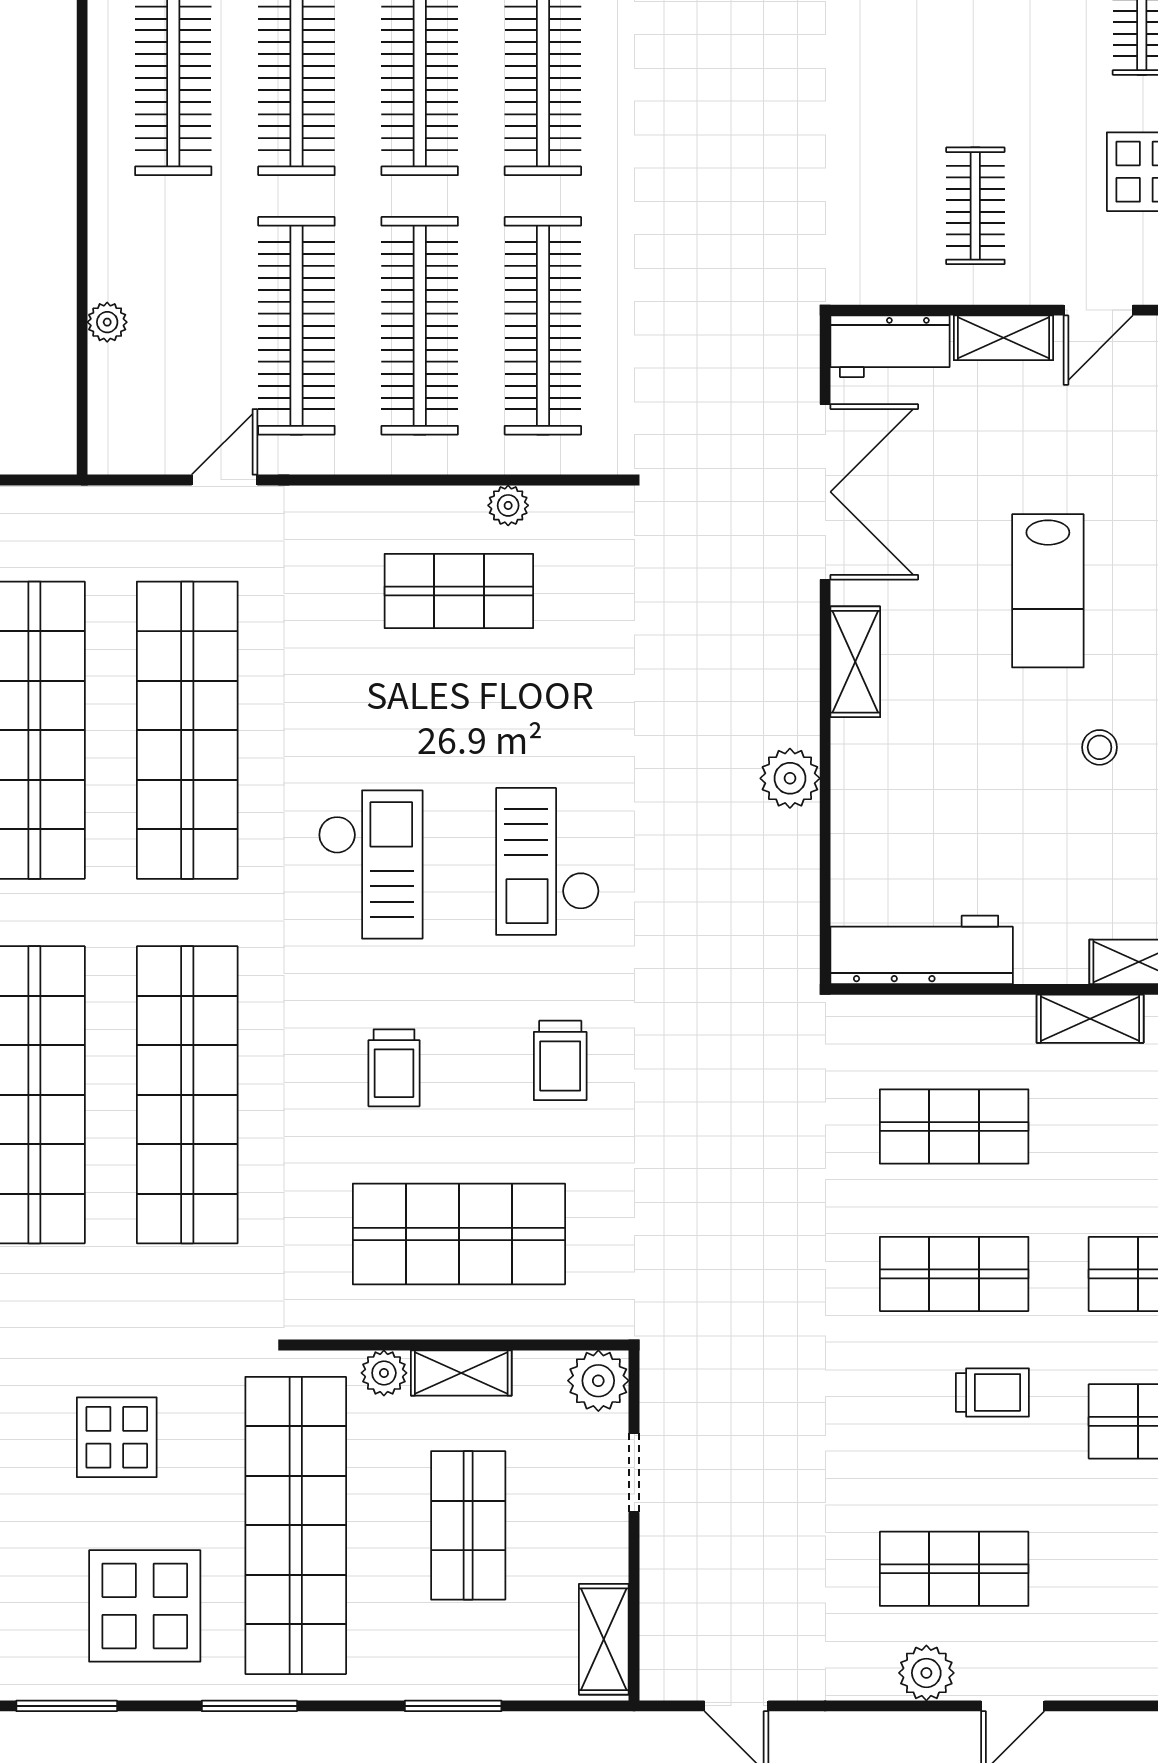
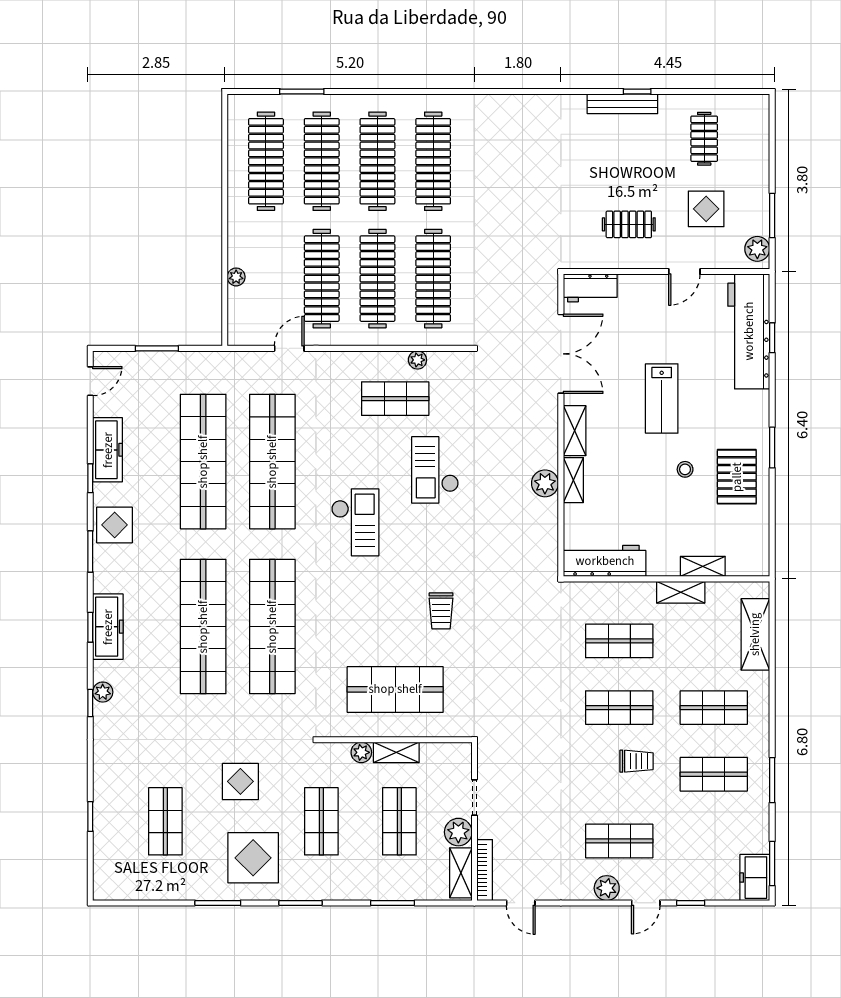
clothes rail: (975, 206) -> (629, 224), turned 90
shelving: (1004, 338) -> (573, 480), moved, turned 90
checkout: (548, 861) -> (435, 470), moved
trolley: (394, 1068) -> (366, 614), removed
plant: (598, 1381) -> (458, 832), moved
shop shelf: (296, 1525) -> (321, 821), width x0.50, depth x0.74
bookcase: (657, 1633) -> (485, 870), added
window: (1112, 1706) -> (691, 903), added

